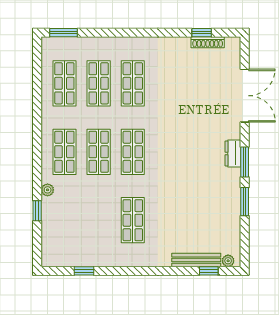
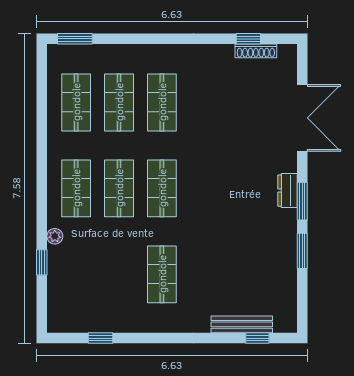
plant: (228, 261) -> (282, 325), removed

